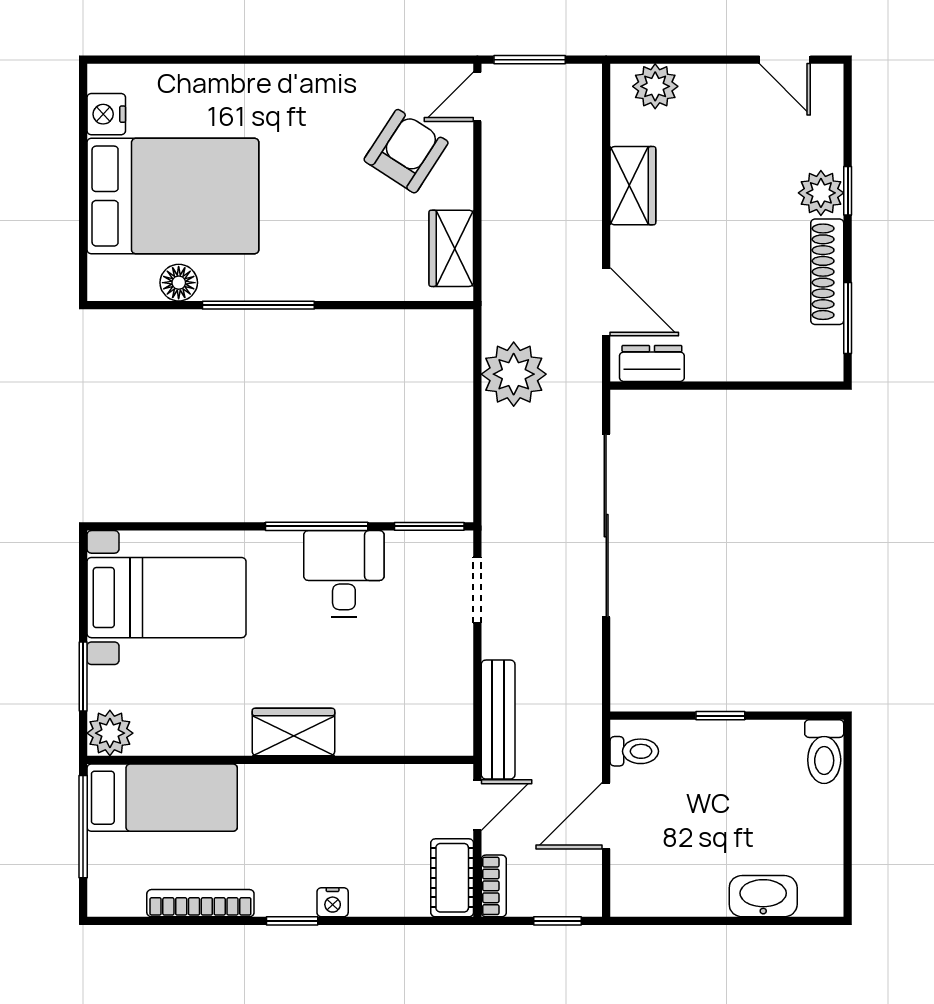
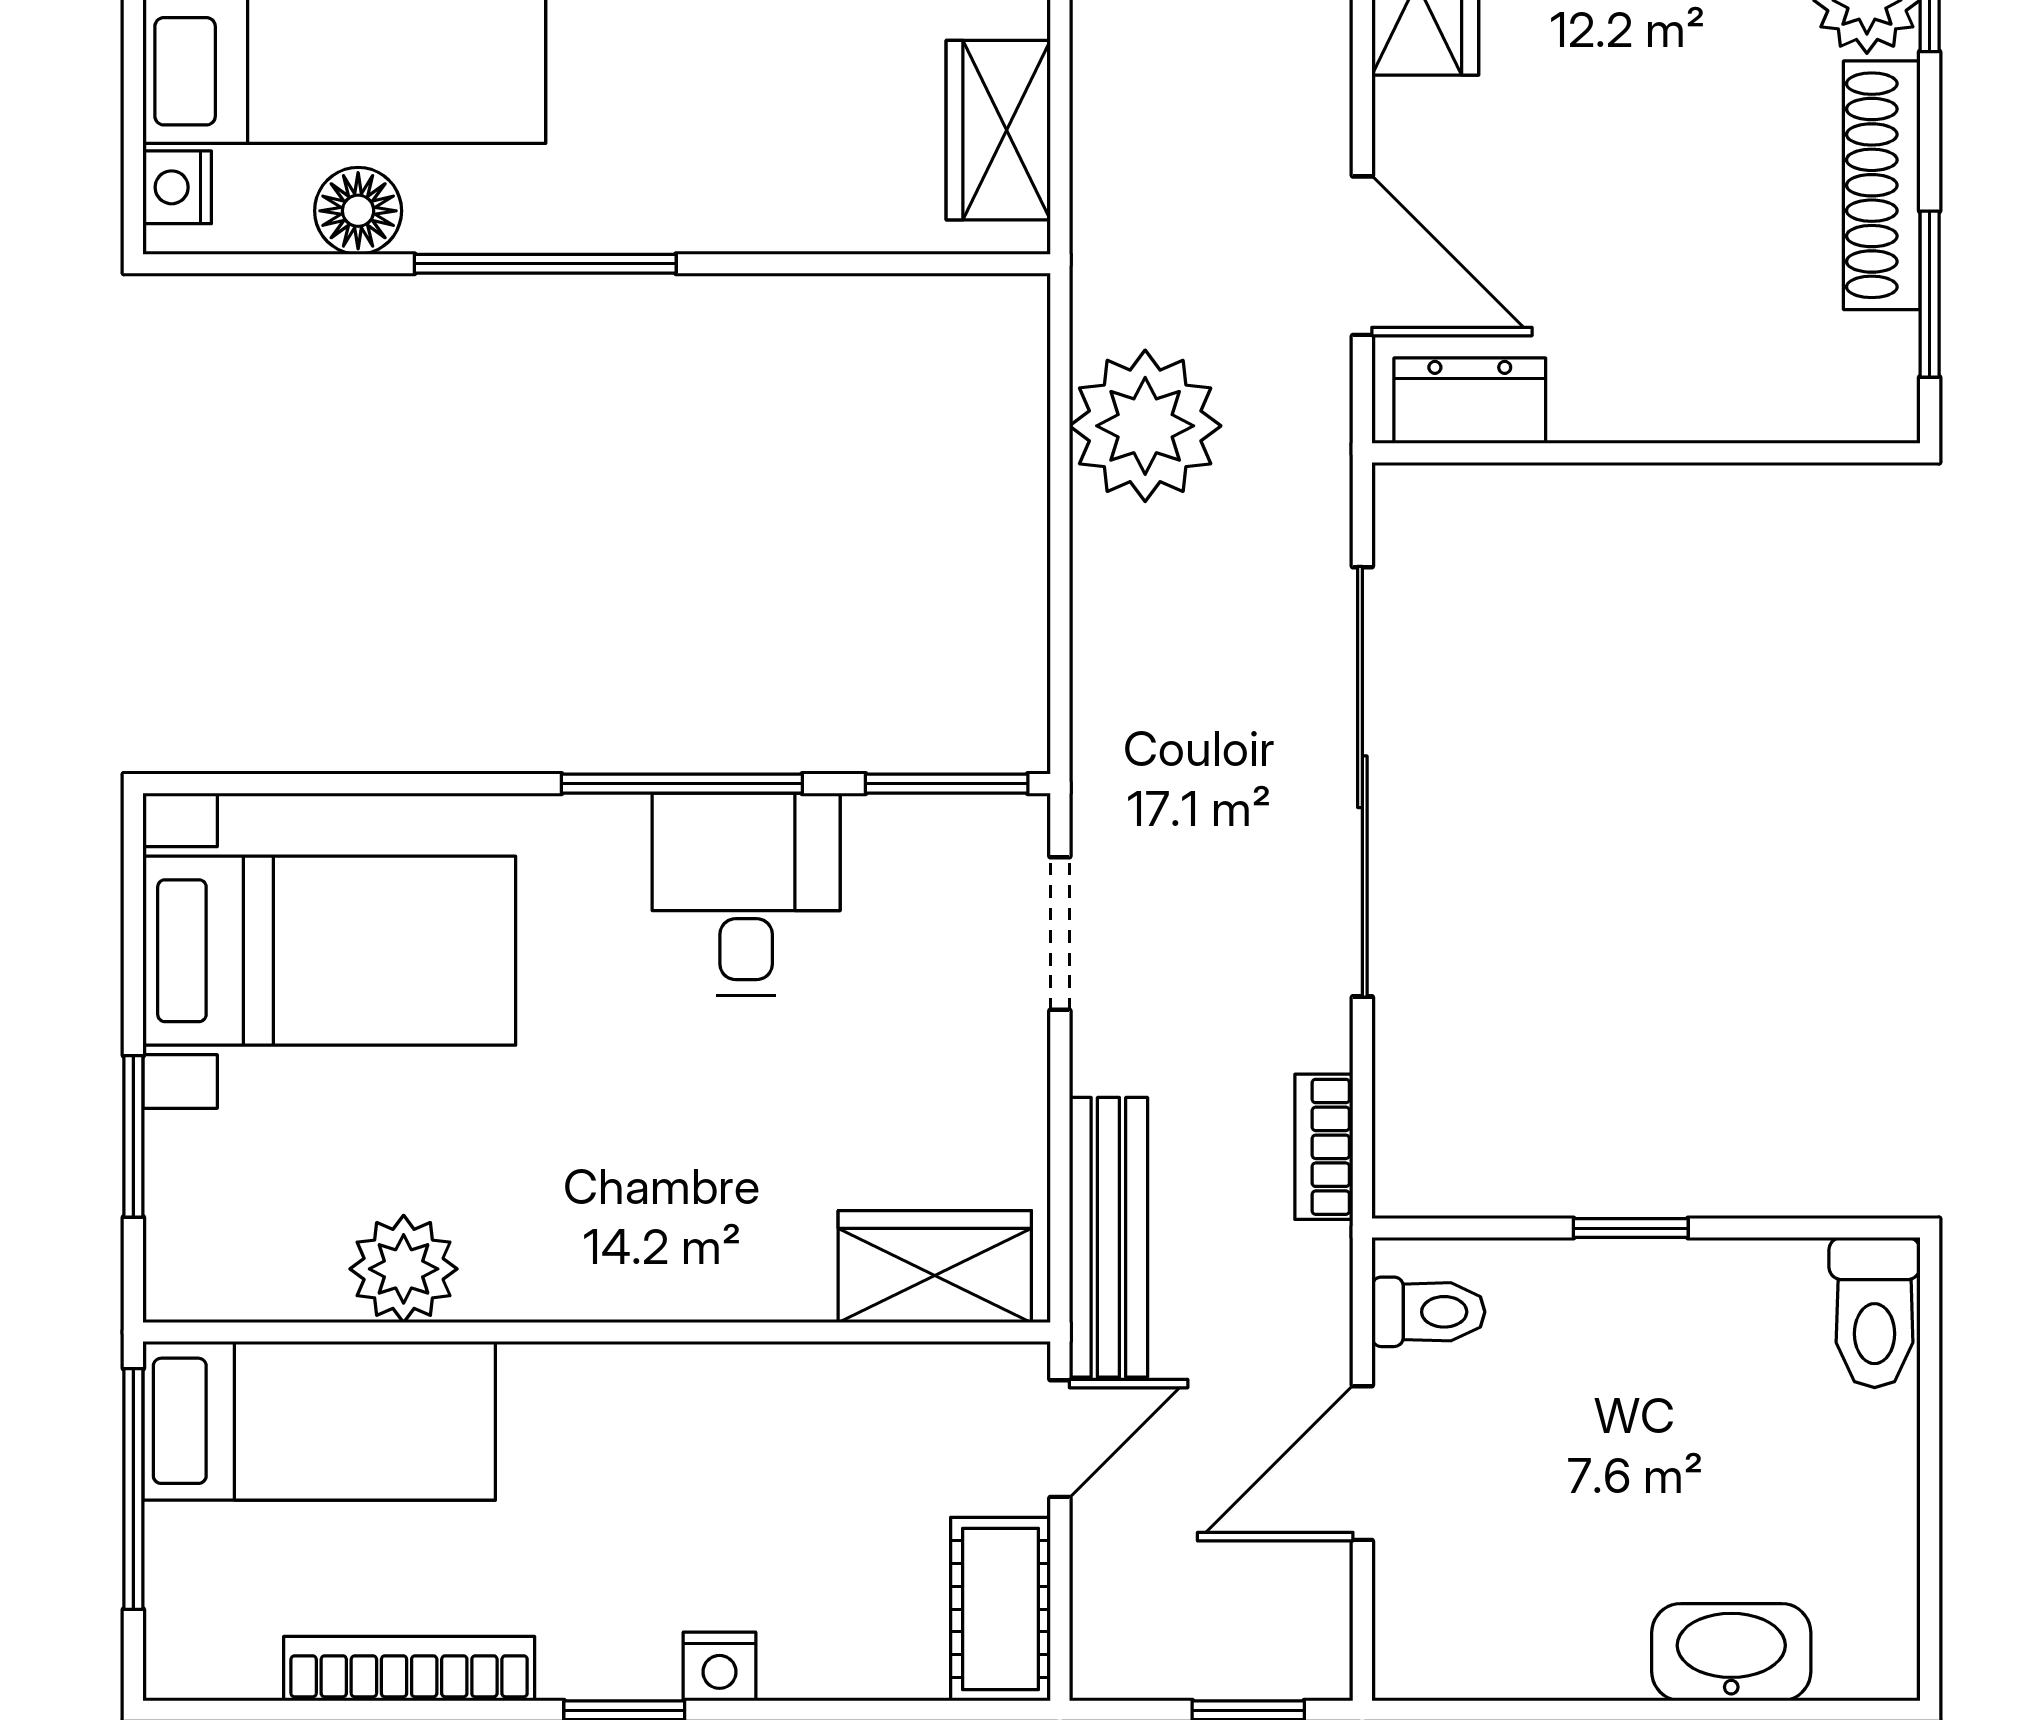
nightstand: (102, 273) -> (177, 187), added
wardrobe: (293, 732) -> (935, 1267), moved
plant: (110, 733) -> (404, 1269), moved
bookcase: (494, 886) -> (1324, 1147), moved, turned 180

